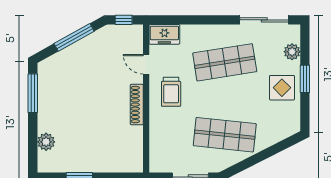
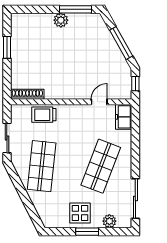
shop shelf: (225, 62) -> (101, 166), turned 30
trolley: (171, 92) -> (44, 115), moved
shoe rack: (137, 105) -> (27, 94), moved
plant: (46, 142) -> (61, 20), moved

